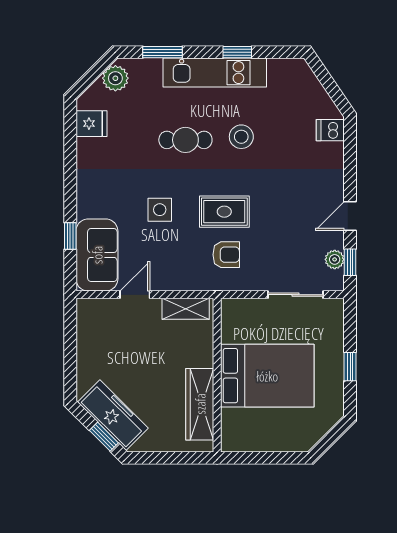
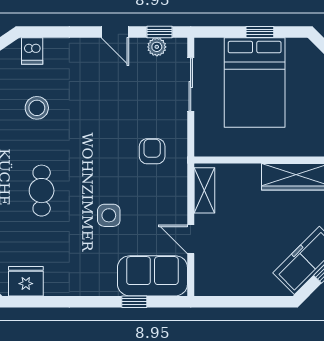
fridge: (91, 124) -> (26, 281), width x1.38
stool: (241, 137) -> (37, 108), moved
rug: (224, 212) -> (111, 153), removed
bed: (267, 376) -> (255, 83), moved, turned 180

